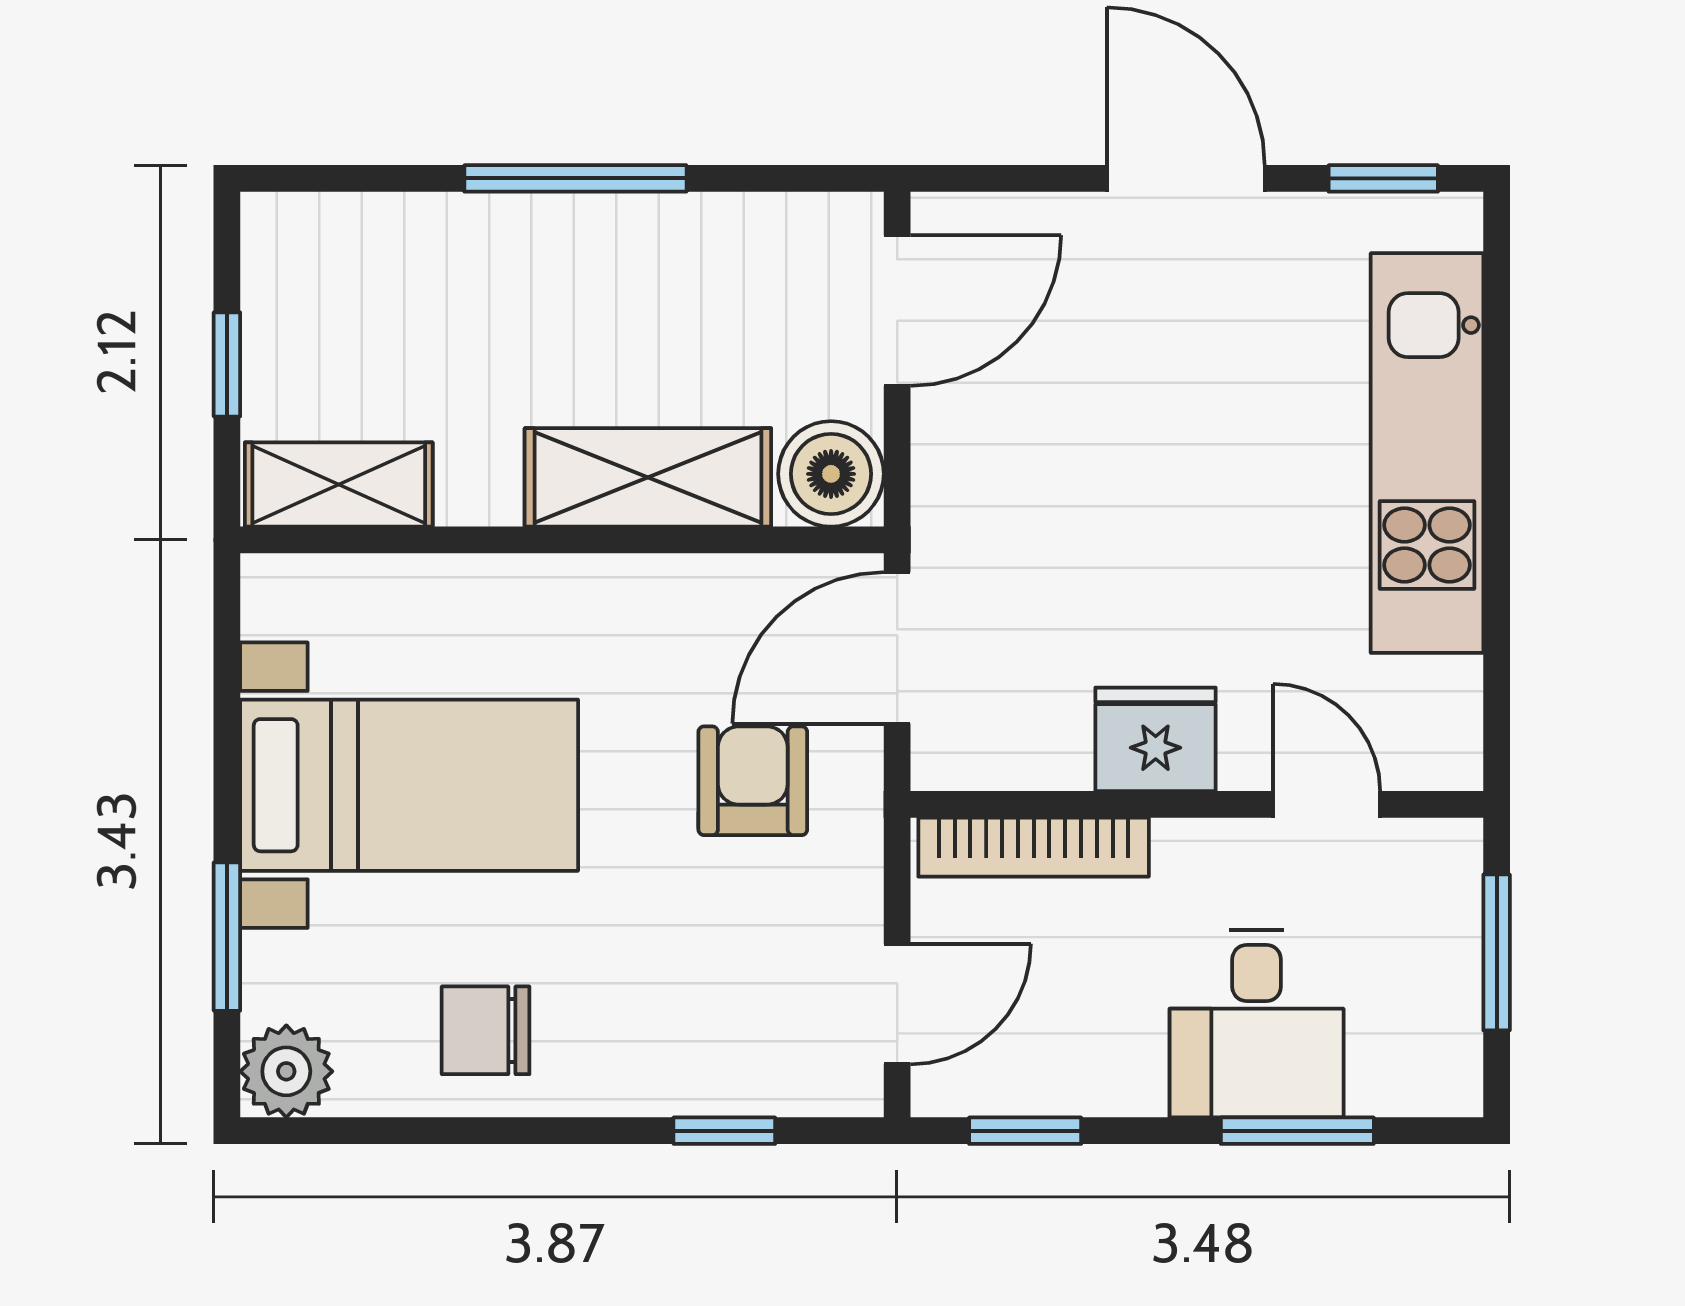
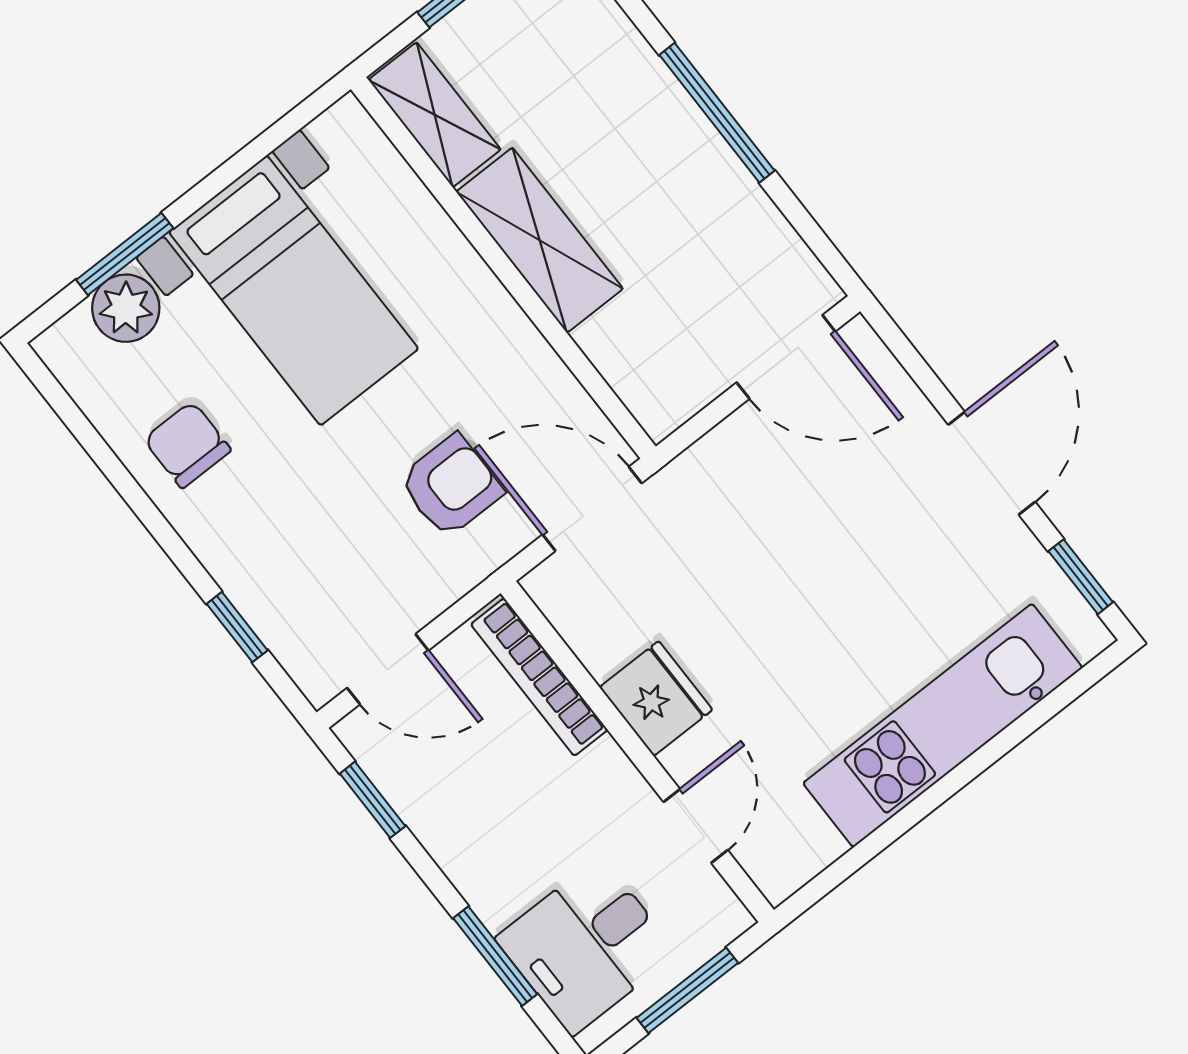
boiler: (831, 474) -> (662, 393), removed
shelving: (648, 477) -> (540, 240), moved
desk: (1257, 1024) -> (586, 946), moved
plant: (286, 1071) -> (126, 308), moved

